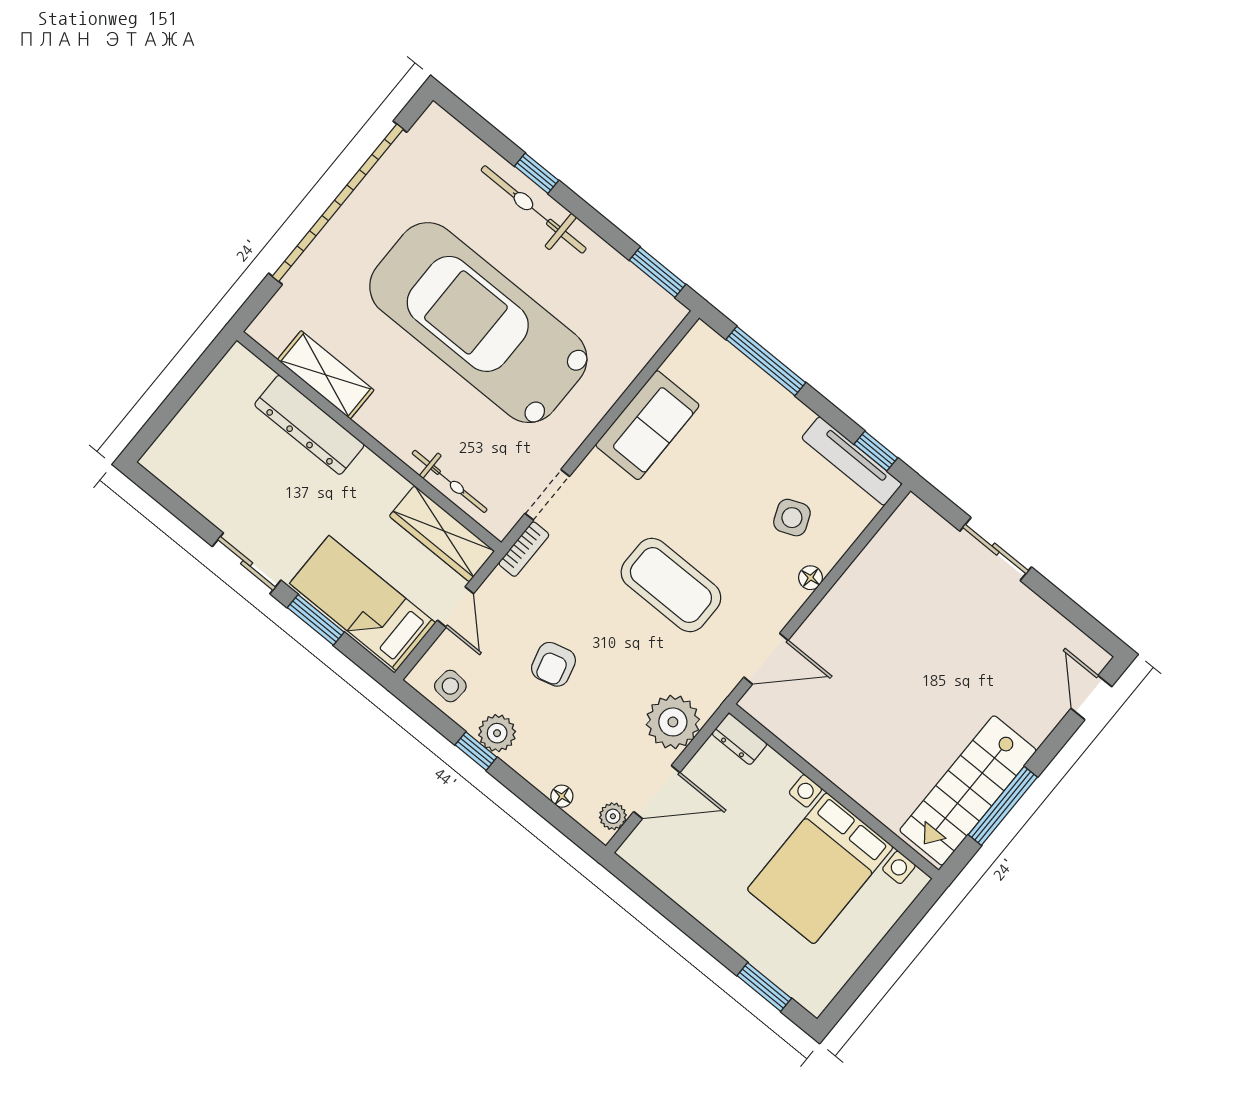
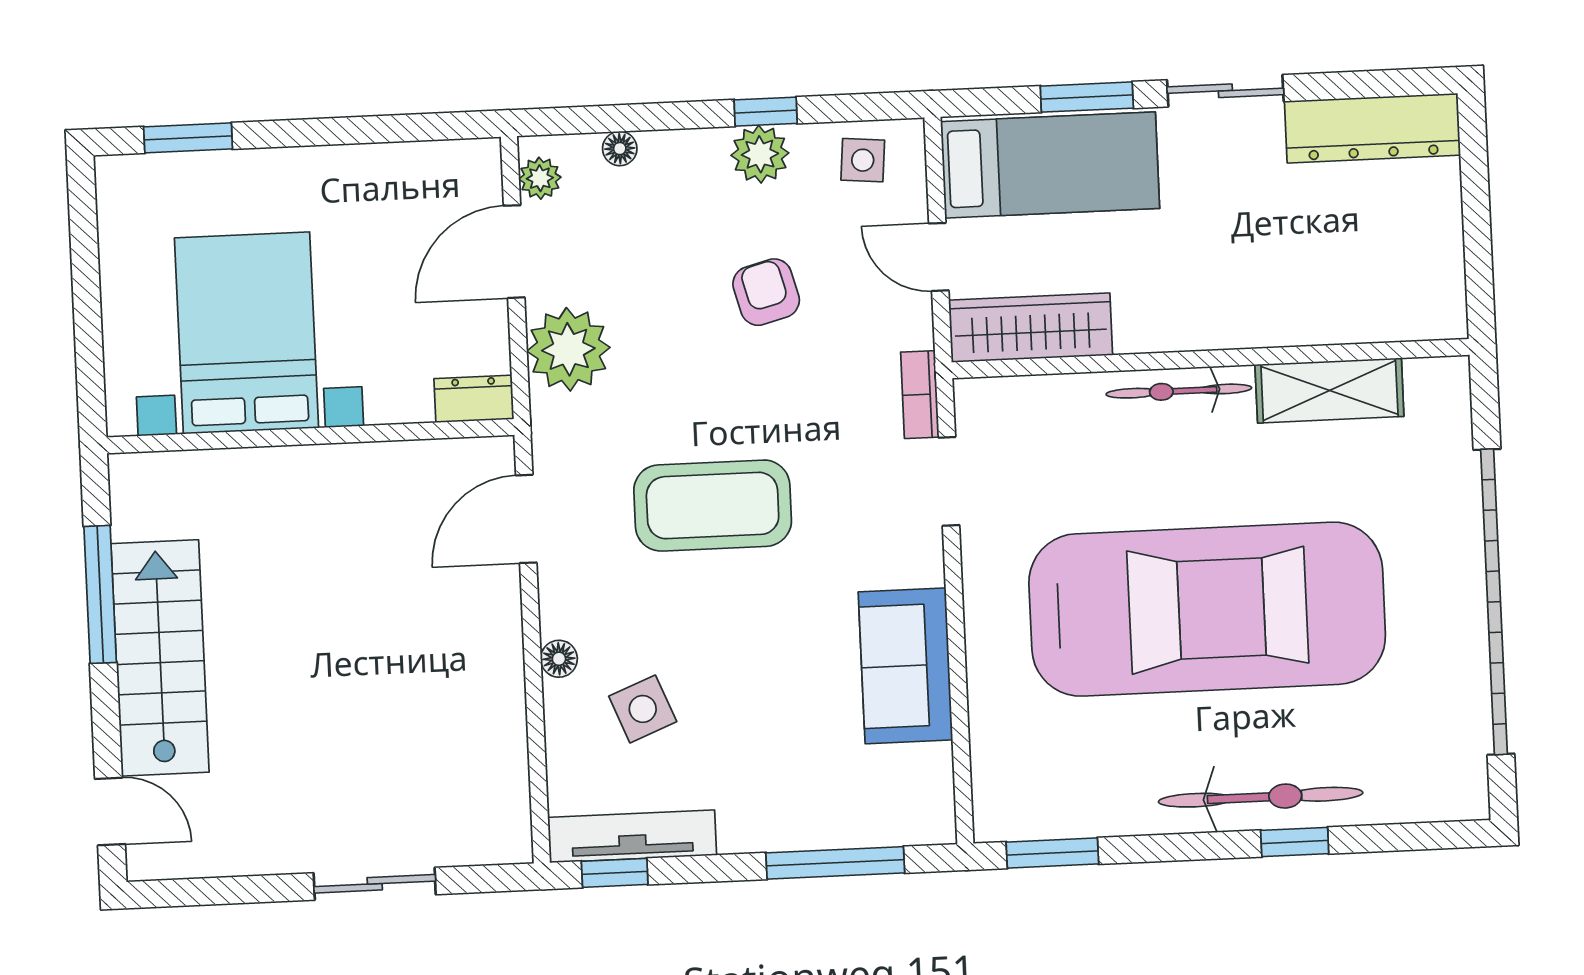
dresser: (309, 425) -> (1372, 128), moved, turned 180
bicycle: (450, 481) -> (1179, 391), moved
stairs: (968, 790) -> (160, 658), moved

